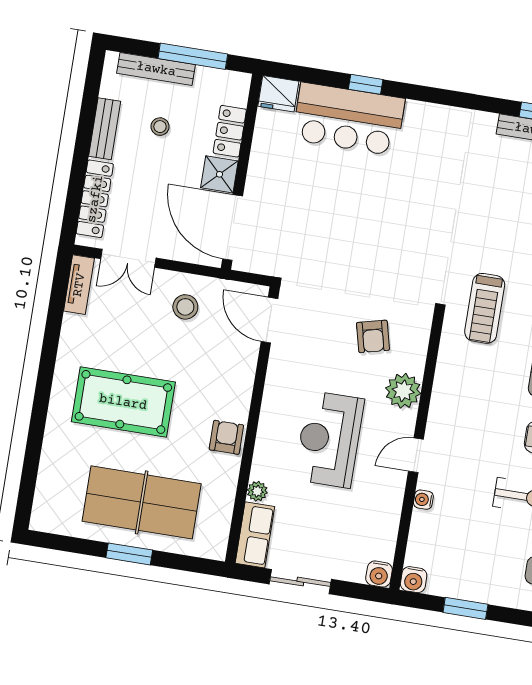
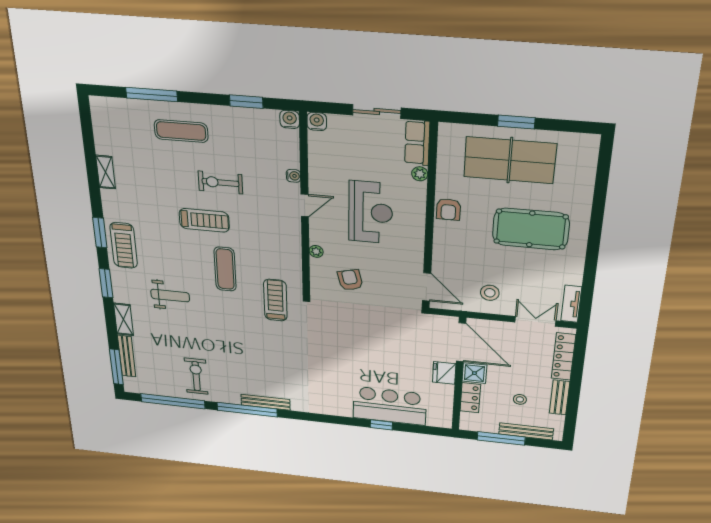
fridge: (278, 94) -> (444, 373), moved, turned -90
plant: (403, 391) -> (316, 251), width x0.53, depth x0.53

